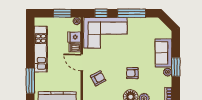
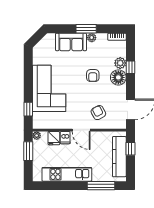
window: (132, 13) -> (28, 76), removed
corner sofa: (105, 33) -> (49, 88), moved
door: (82, 62) -> (81, 130), hinge flipped

